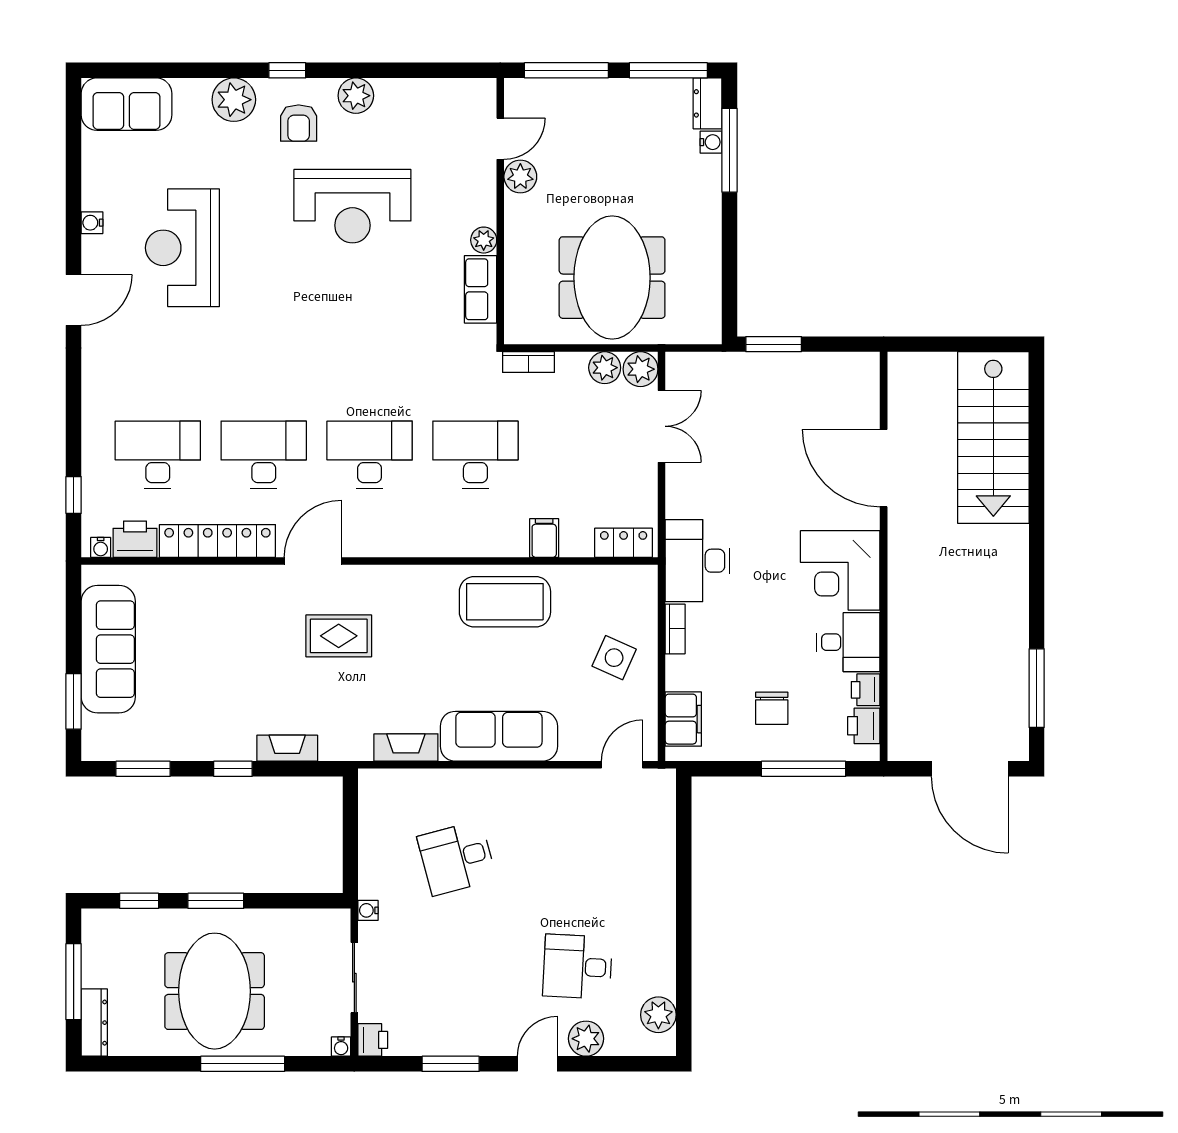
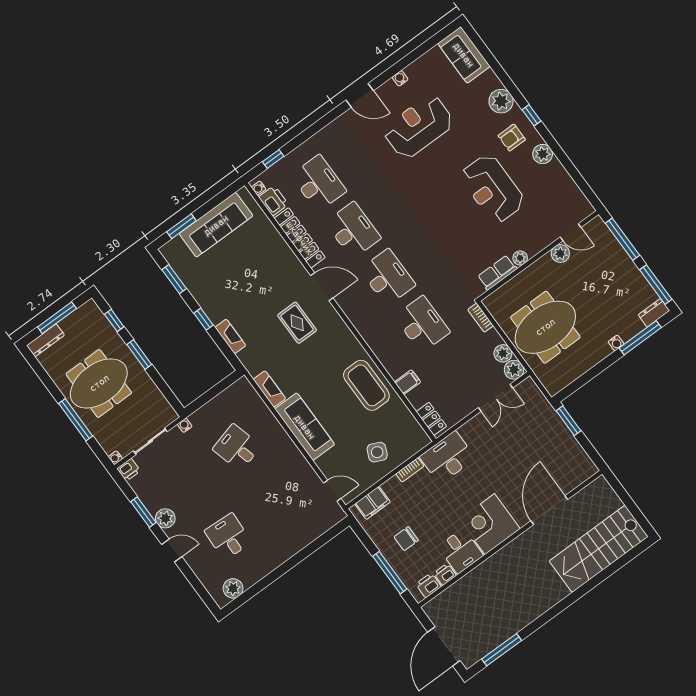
water cooler: (711, 142) -> (616, 343), moved
plant: (586, 1039) -> (165, 518), moved

